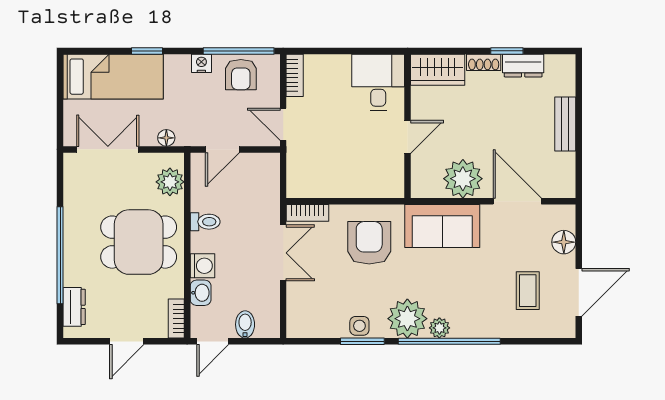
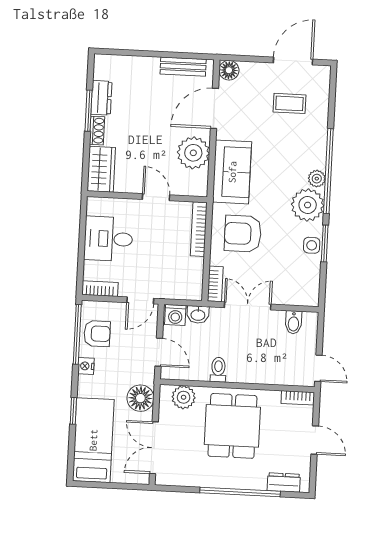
window: (507, 51) -> (89, 111), width x1.50
desk: (378, 82) -> (108, 239), moved
bench: (565, 124) -> (183, 67), moved
floor lamp: (166, 138) -> (140, 398), width x1.89, depth x1.89
bookcase: (372, 190) -> (199, 229), added
floor lamp: (564, 242) -> (229, 70), moved
washing machine: (202, 266) -> (175, 315), moved, turned 180
door: (579, 292) -> (293, 61), hinge flipped
washbasin: (201, 293) -> (198, 315), moved, turned 180
bidet: (245, 324) -> (294, 322), moved, turned -90

